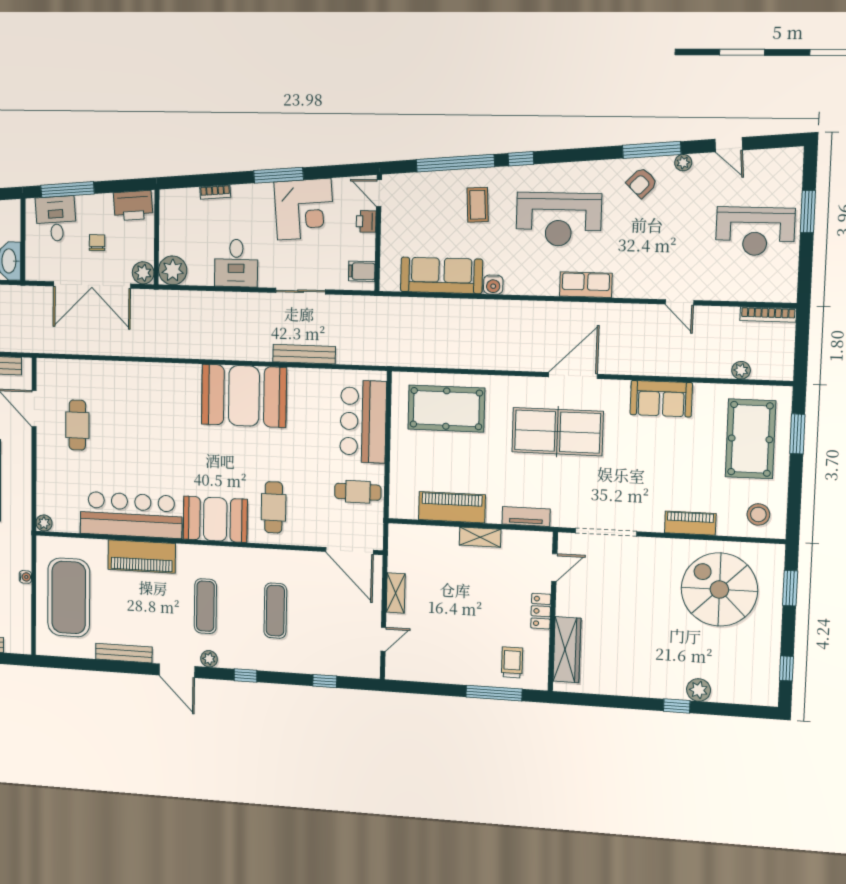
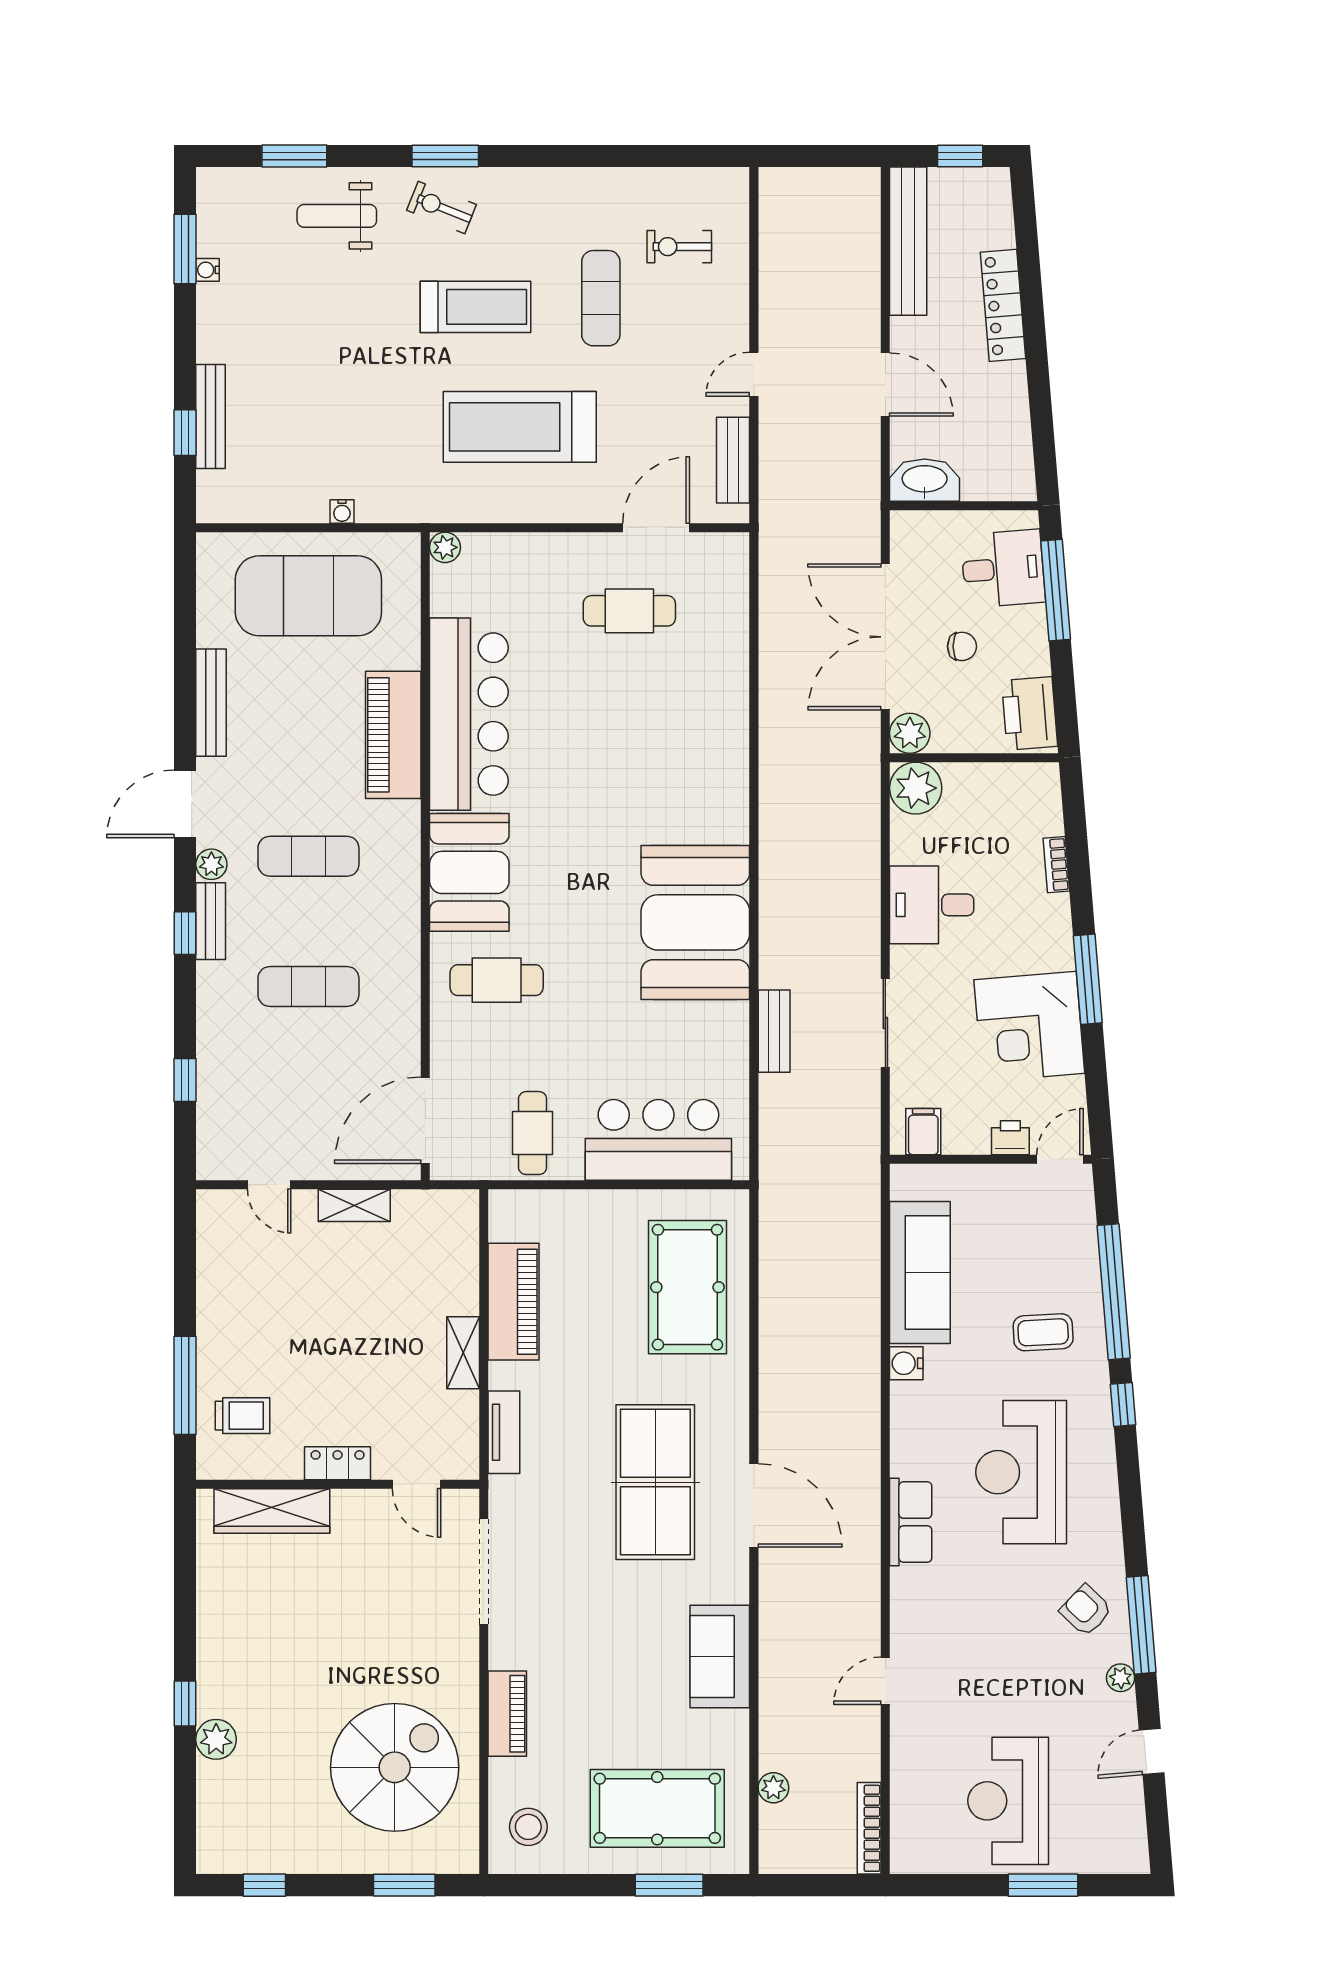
bench: (304, 354) -> (774, 1031), width x0.73
bench: (239, 661) -> (211, 921), added

